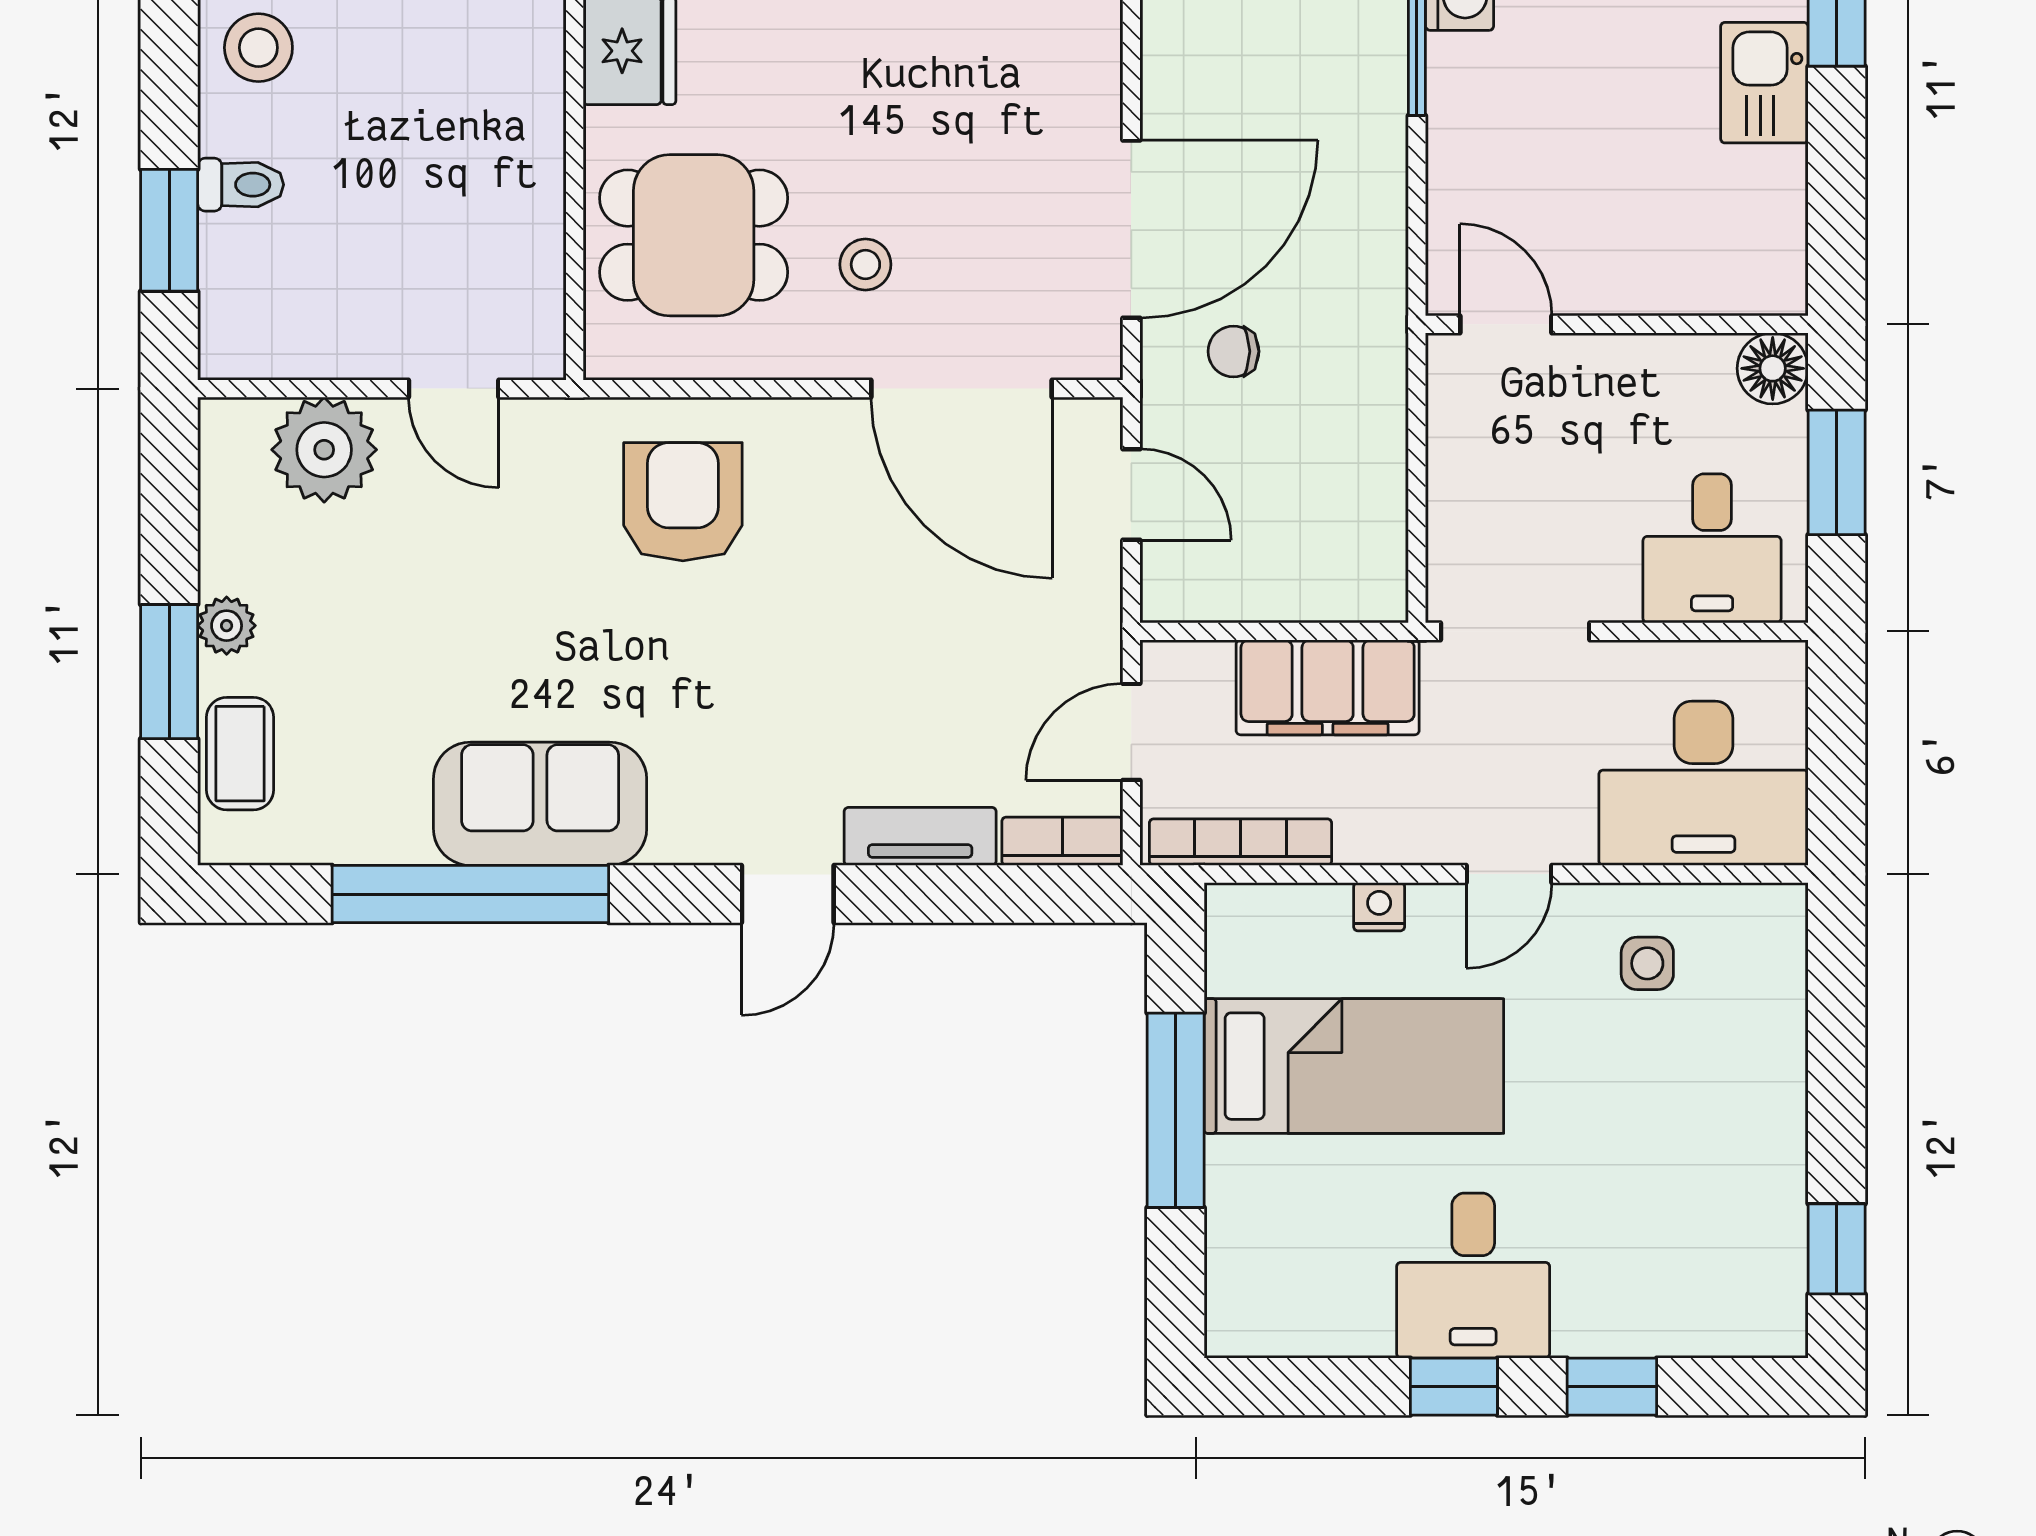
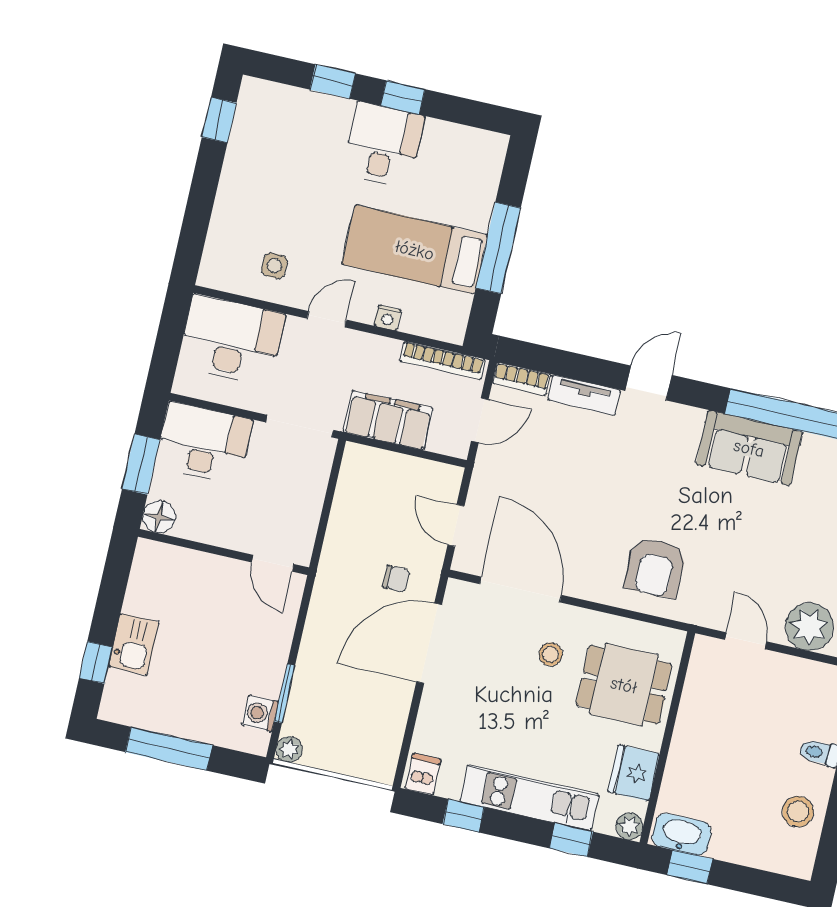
desk: (1712, 548) -> (204, 443), width x1.37

